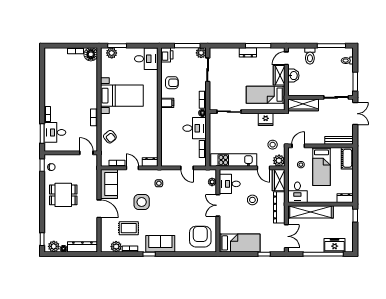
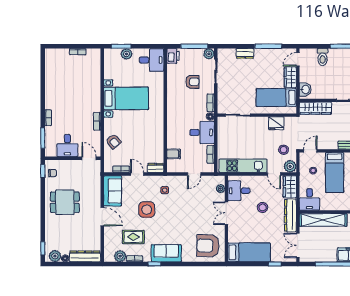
dresser: (248, 52) -> (245, 53), moved
plant: (112, 53) -> (127, 54), moved
floor lamp: (91, 54) -> (94, 55), removed
washbasin: (293, 76) -> (305, 89), moved
armchair: (172, 83) -> (192, 82), moved
filing cabinet: (167, 103) -> (174, 154), moved
desk: (55, 132) -> (67, 145), moved, turned -90
door: (187, 168) -> (194, 174), hinge flipped
double door: (286, 236) -> (298, 245), swing flipped
armchair: (200, 237) -> (208, 246), turned -88

